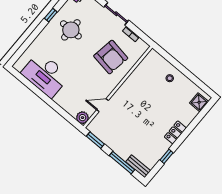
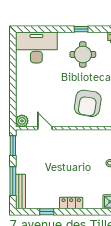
desk: (45, 75) -> (36, 48), moved, turned 90
bench: (138, 166) -> (21, 192), width x1.36

